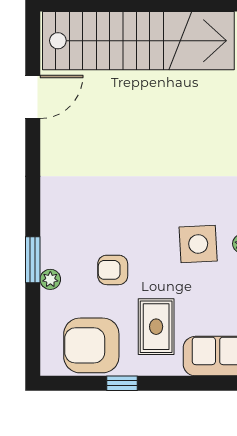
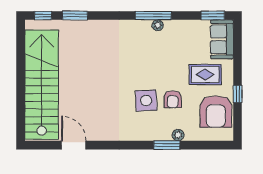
side table: (198, 244) -> (146, 100), moved

